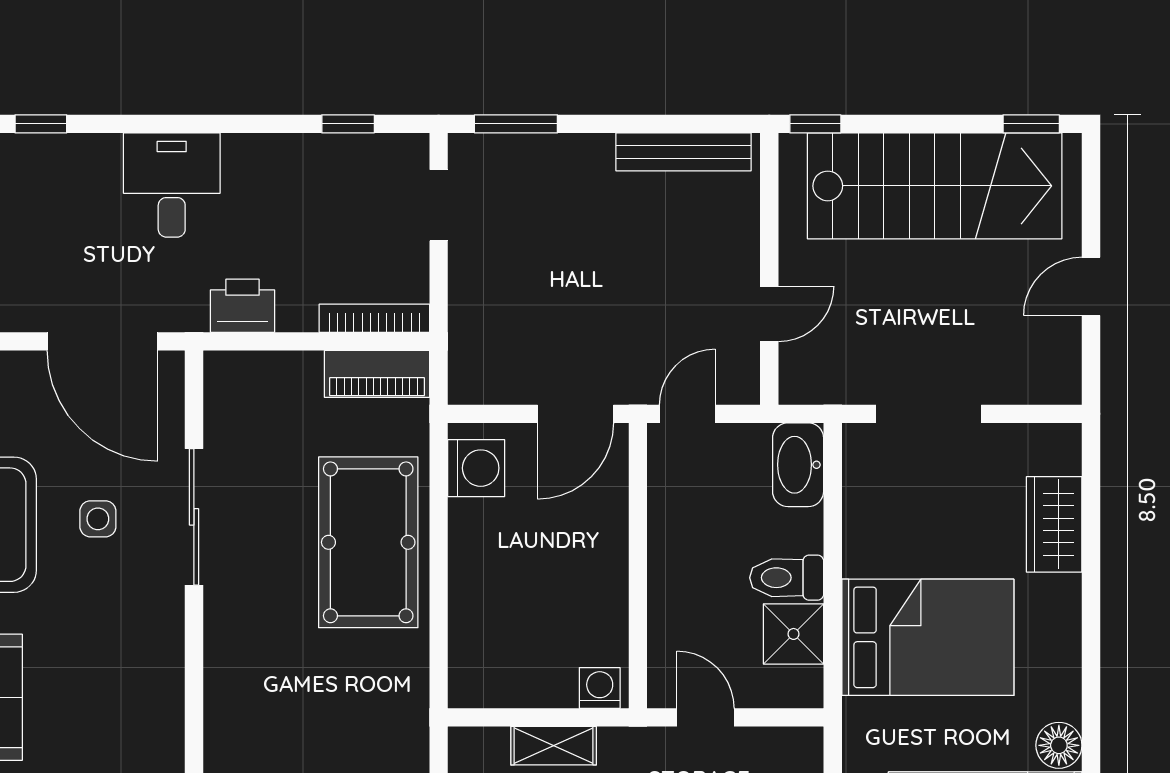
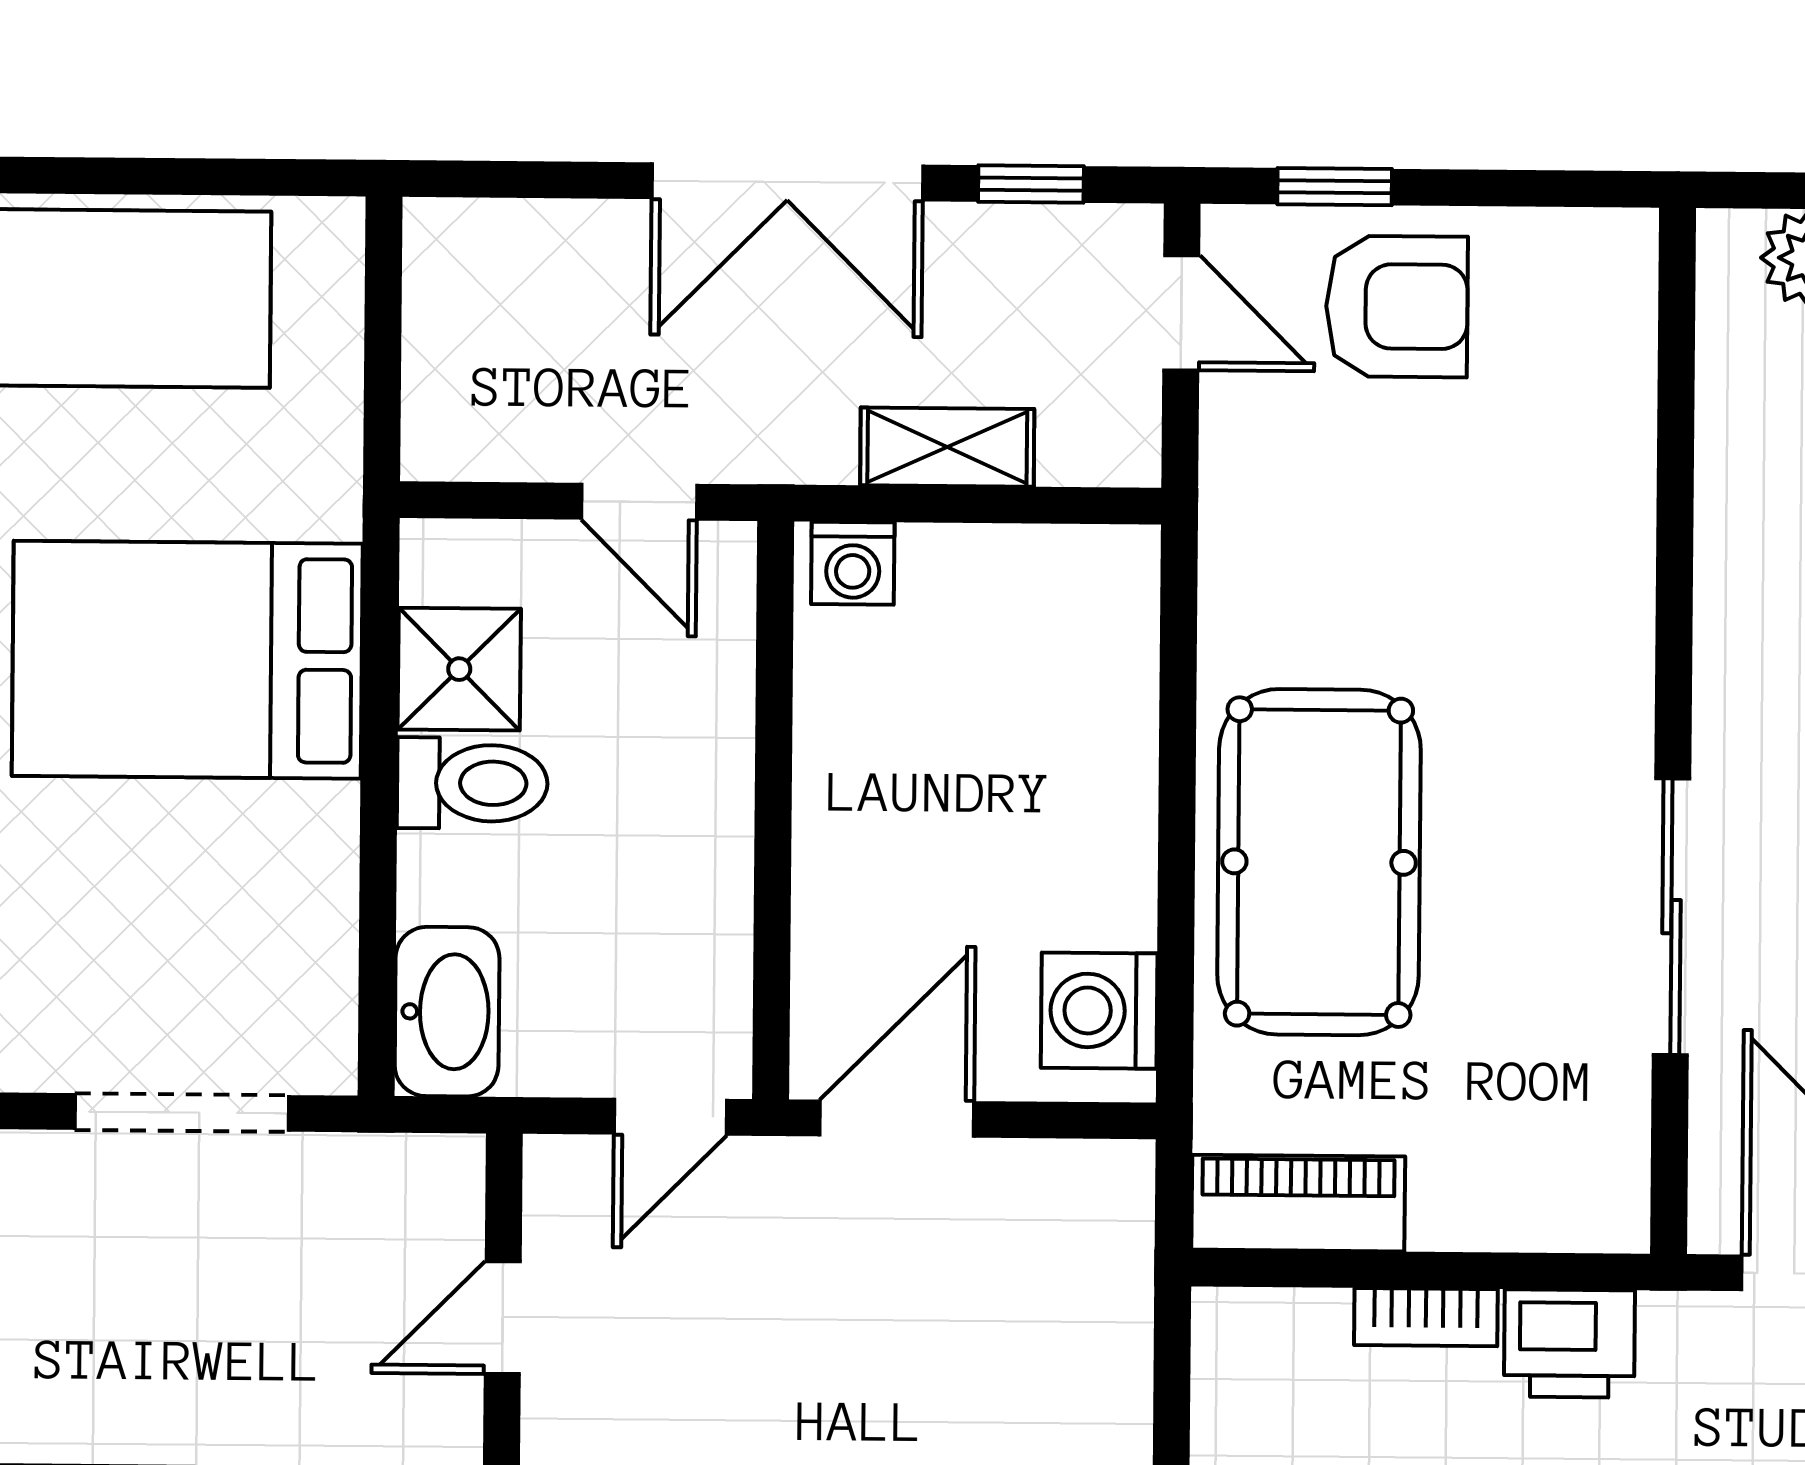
bookcase: (374, 318) -> (1426, 1317), moved, width x0.64

